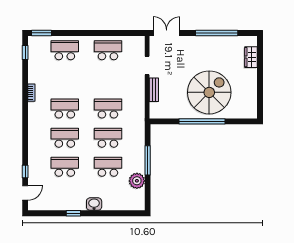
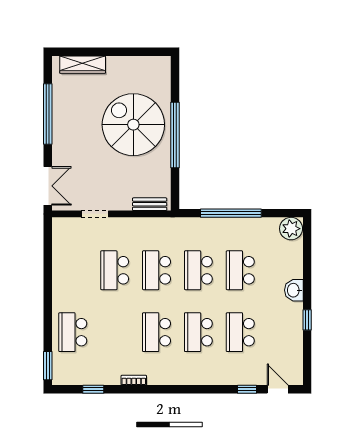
double door: (167, 33) -> (48, 186), swing flipped
school desk: (108, 50) -> (115, 270), moved
window: (25, 53) -> (93, 389), moved
wardrobe: (251, 57) -> (83, 65), width x1.50
bench: (154, 90) -> (150, 204), moved
window: (148, 160) -> (231, 213), width x1.46
plant: (137, 181) -> (291, 229), moved

